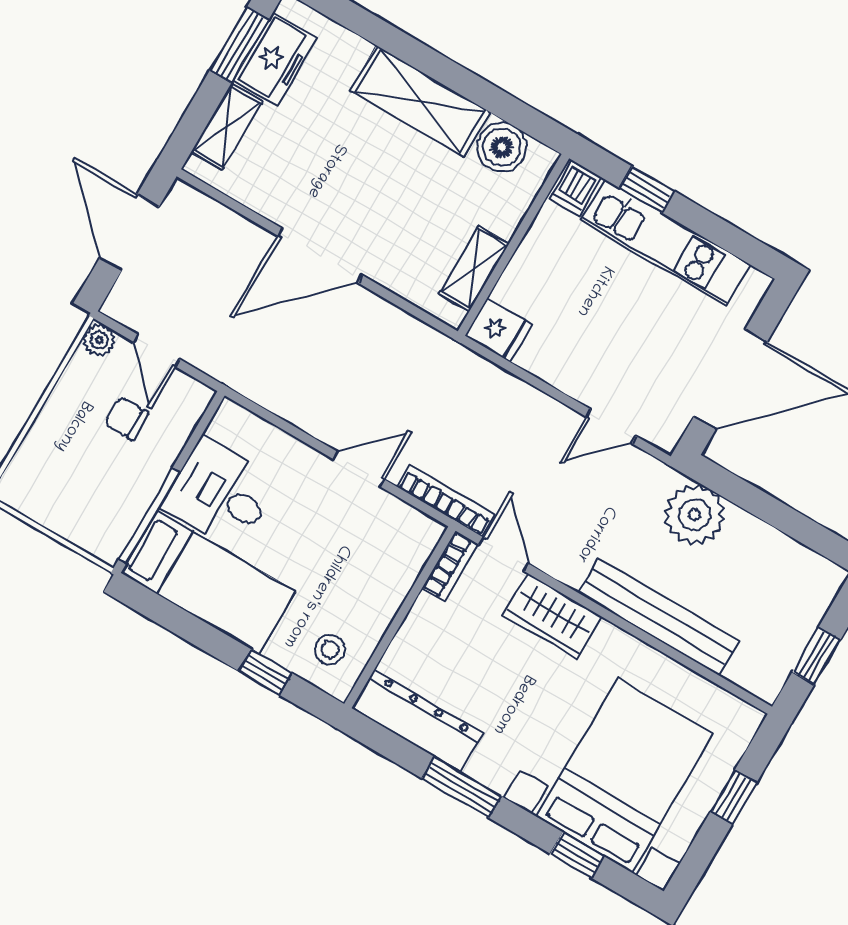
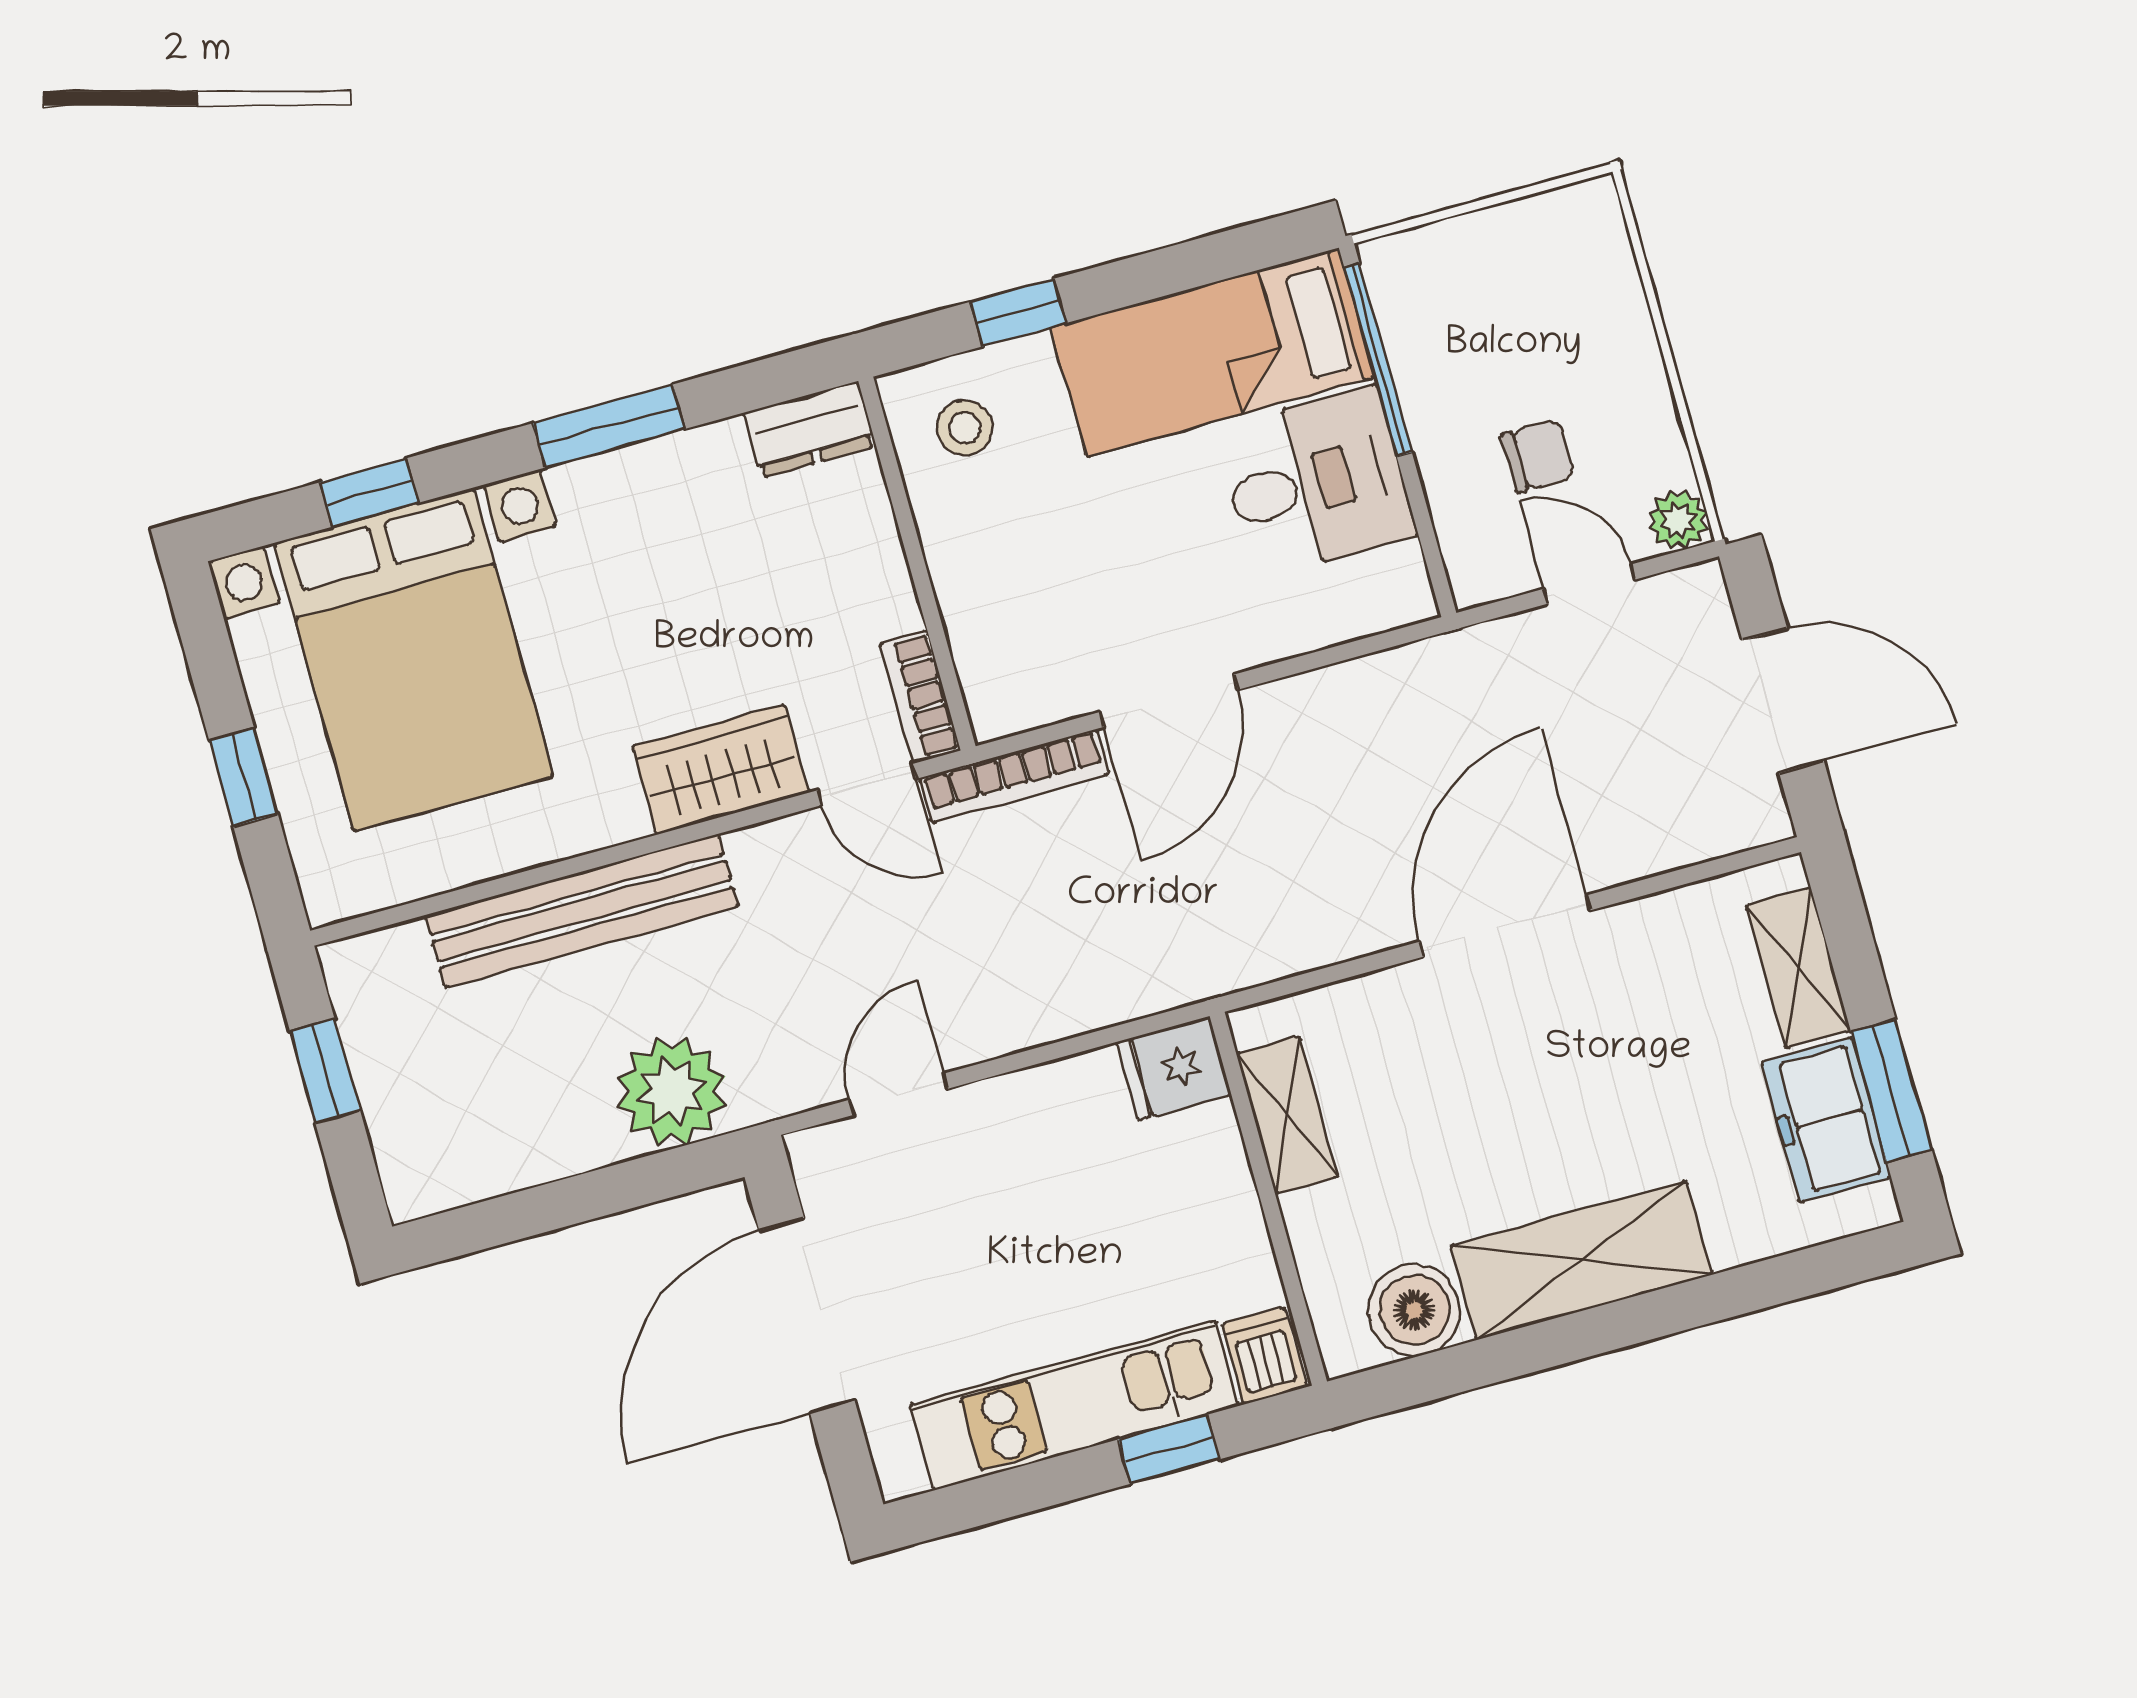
door: (359, 469) -> (1169, 701), width x1.38
dresser: (417, 721) -> (809, 429), width x0.51, depth x0.80

